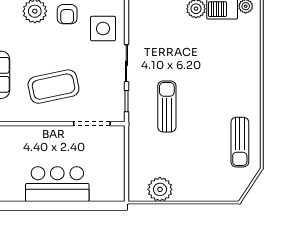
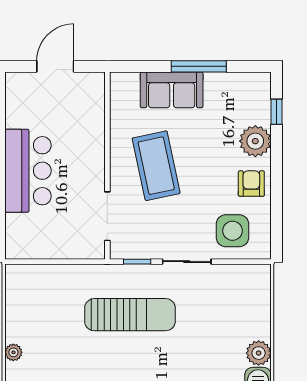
armchair: (67, 14) -> (251, 184), turned 90
sun lounger: (167, 107) -> (130, 315), width x1.36, depth x1.34
plant: (160, 189) -> (13, 352), moved, width x0.53, depth x0.53

